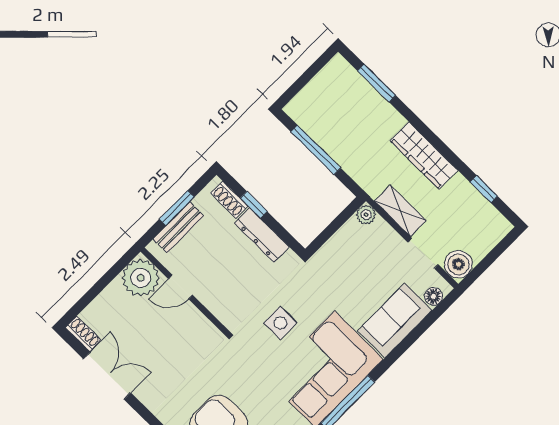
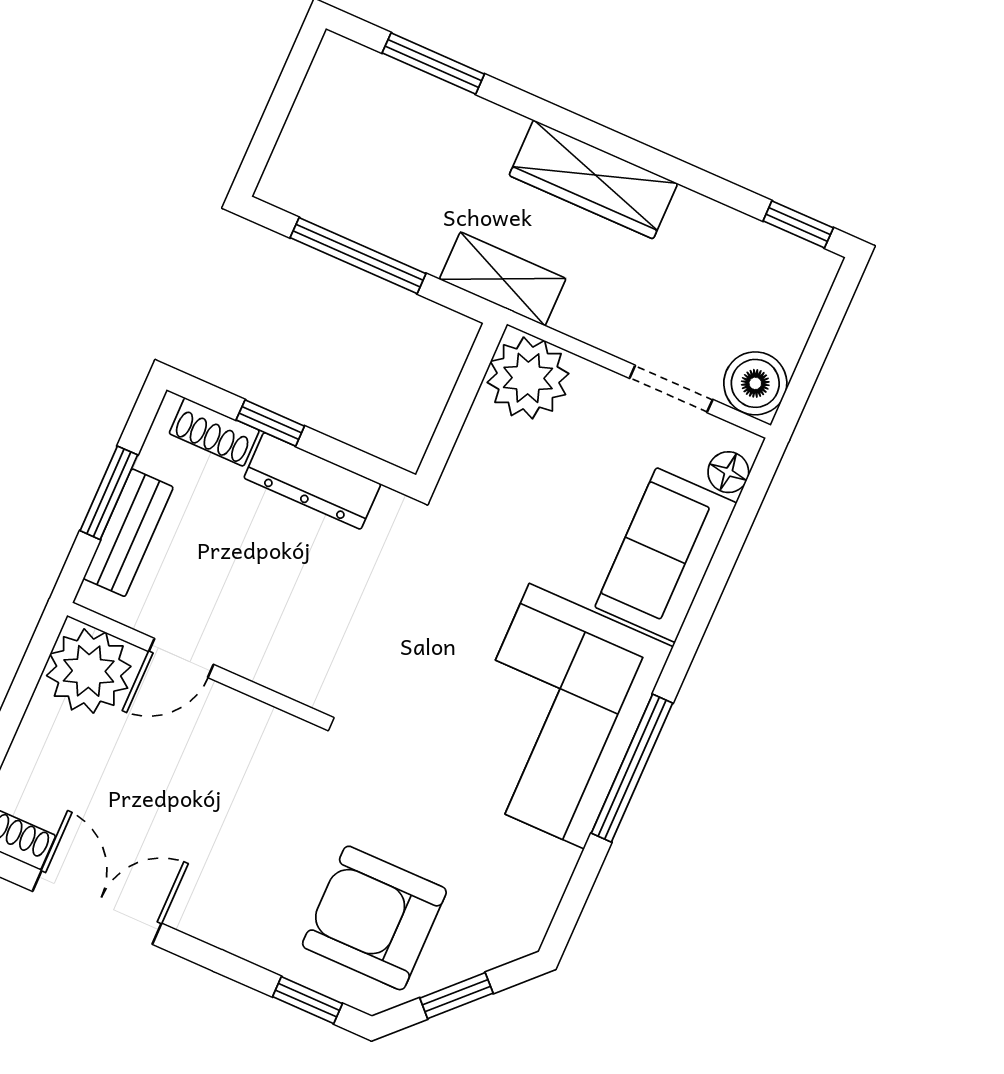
window: (484, 189) -> (798, 224), moved
shelving: (400, 211) -> (503, 279), moved
plant: (366, 215) -> (528, 378), width x1.88, depth x1.88
side table: (280, 323) -> (423, 653), removed

